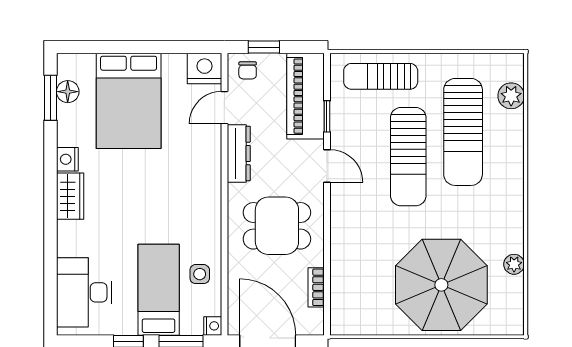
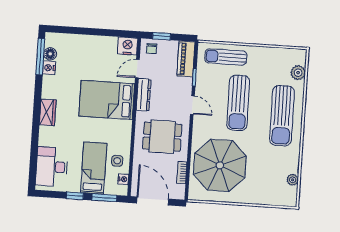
piano: (305, 96) -> (186, 59), width x0.73, depth x0.75
window: (50, 98) -> (40, 57), width x1.44
bed: (129, 101) -> (107, 100), moved, turned 90
sun lounger: (463, 132) -> (282, 116), moved
nightstand: (67, 159) -> (49, 68), moved
plant: (514, 264) -> (293, 180), moved
parasol: (441, 285) -> (220, 165), moved
nightstand: (213, 326) -> (123, 179), moved

